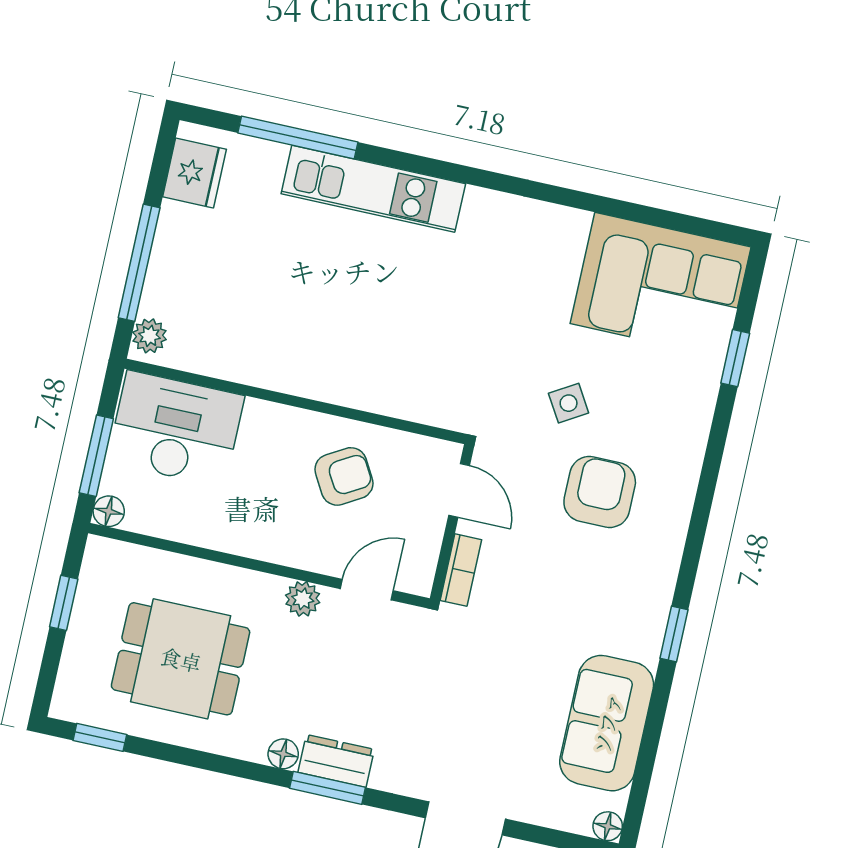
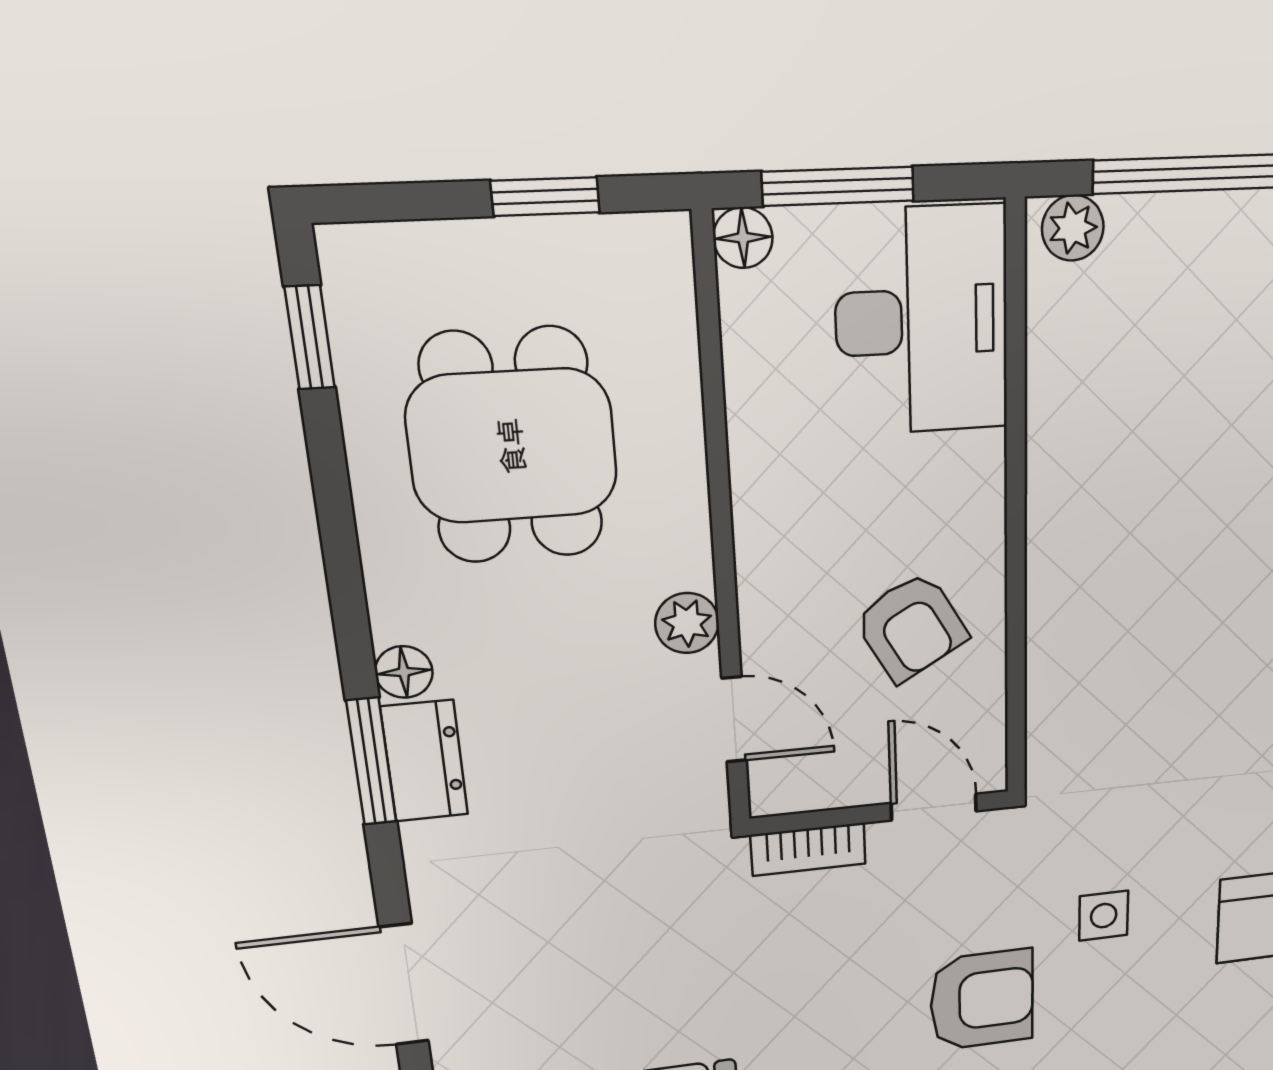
side table: (569, 403) -> (1104, 916), turned 31
door: (459, 490) -> (934, 807), swing flipped

